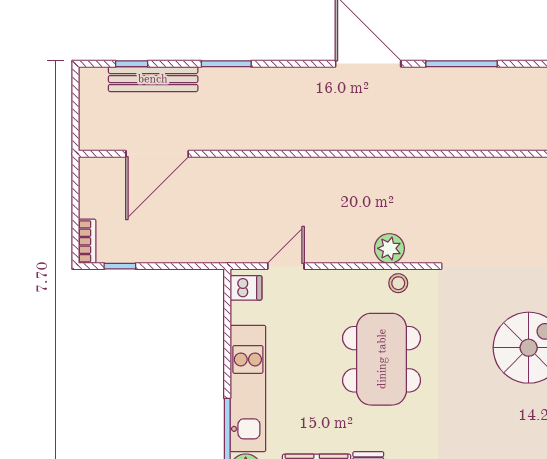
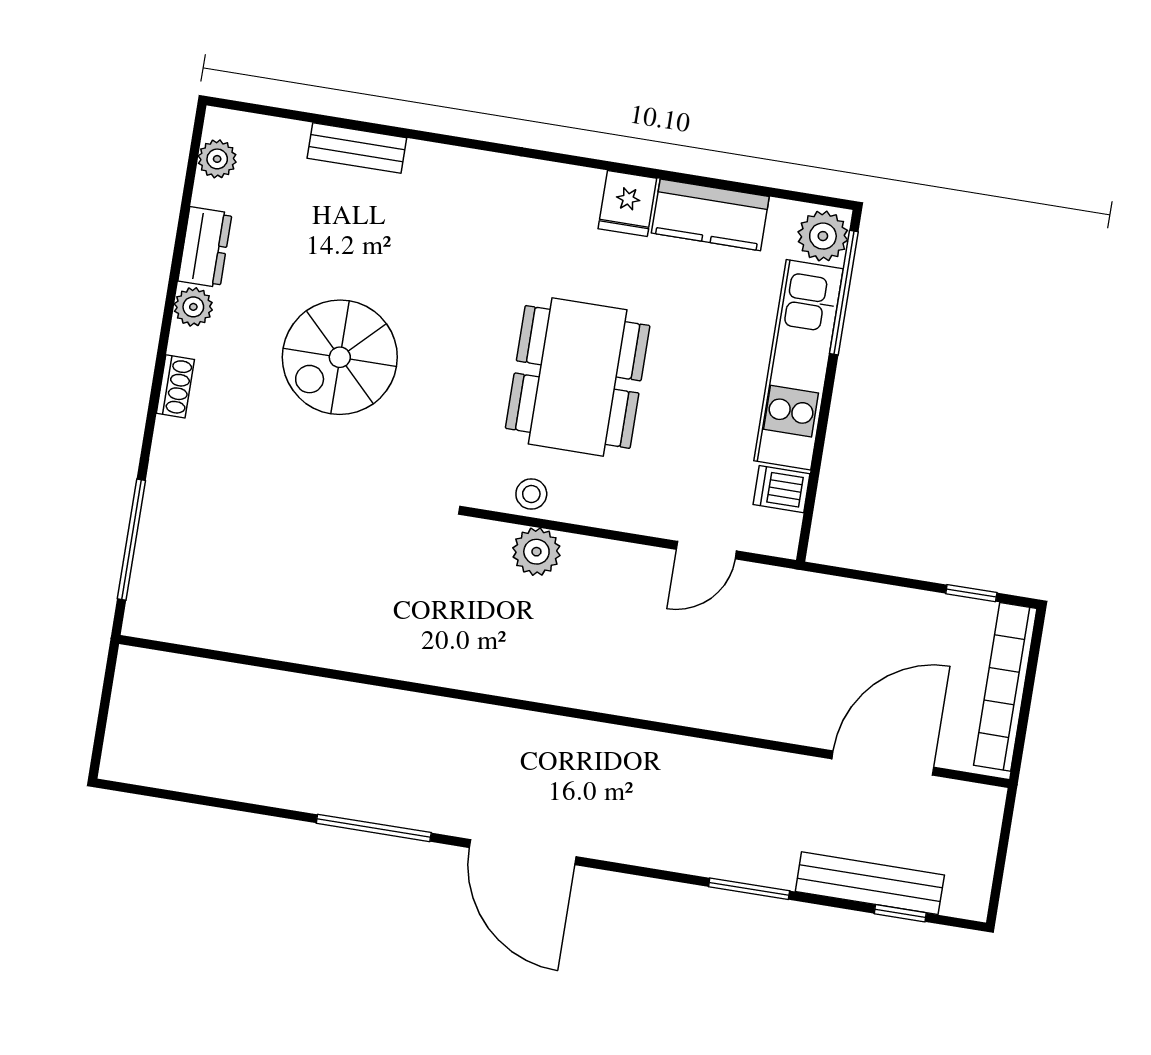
bookcase: (87, 241) -> (1005, 687), width x2.31, depth x1.31
dishwasher: (246, 288) -> (782, 489), moved

